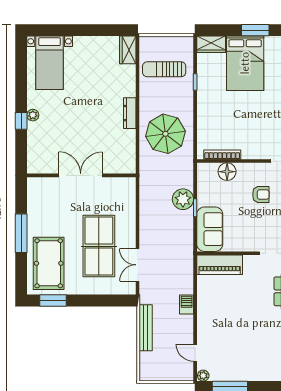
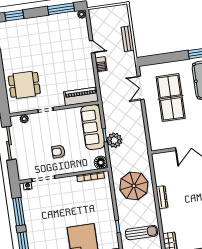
floor lamp: (227, 172) -> (101, 163), moved
sofa: (210, 229) -> (93, 127), width x1.36
double door: (137, 265) -> (141, 88), swing flipped
bench: (146, 328) -> (128, 39), width x0.73
door: (195, 353) -> (92, 47), moved

